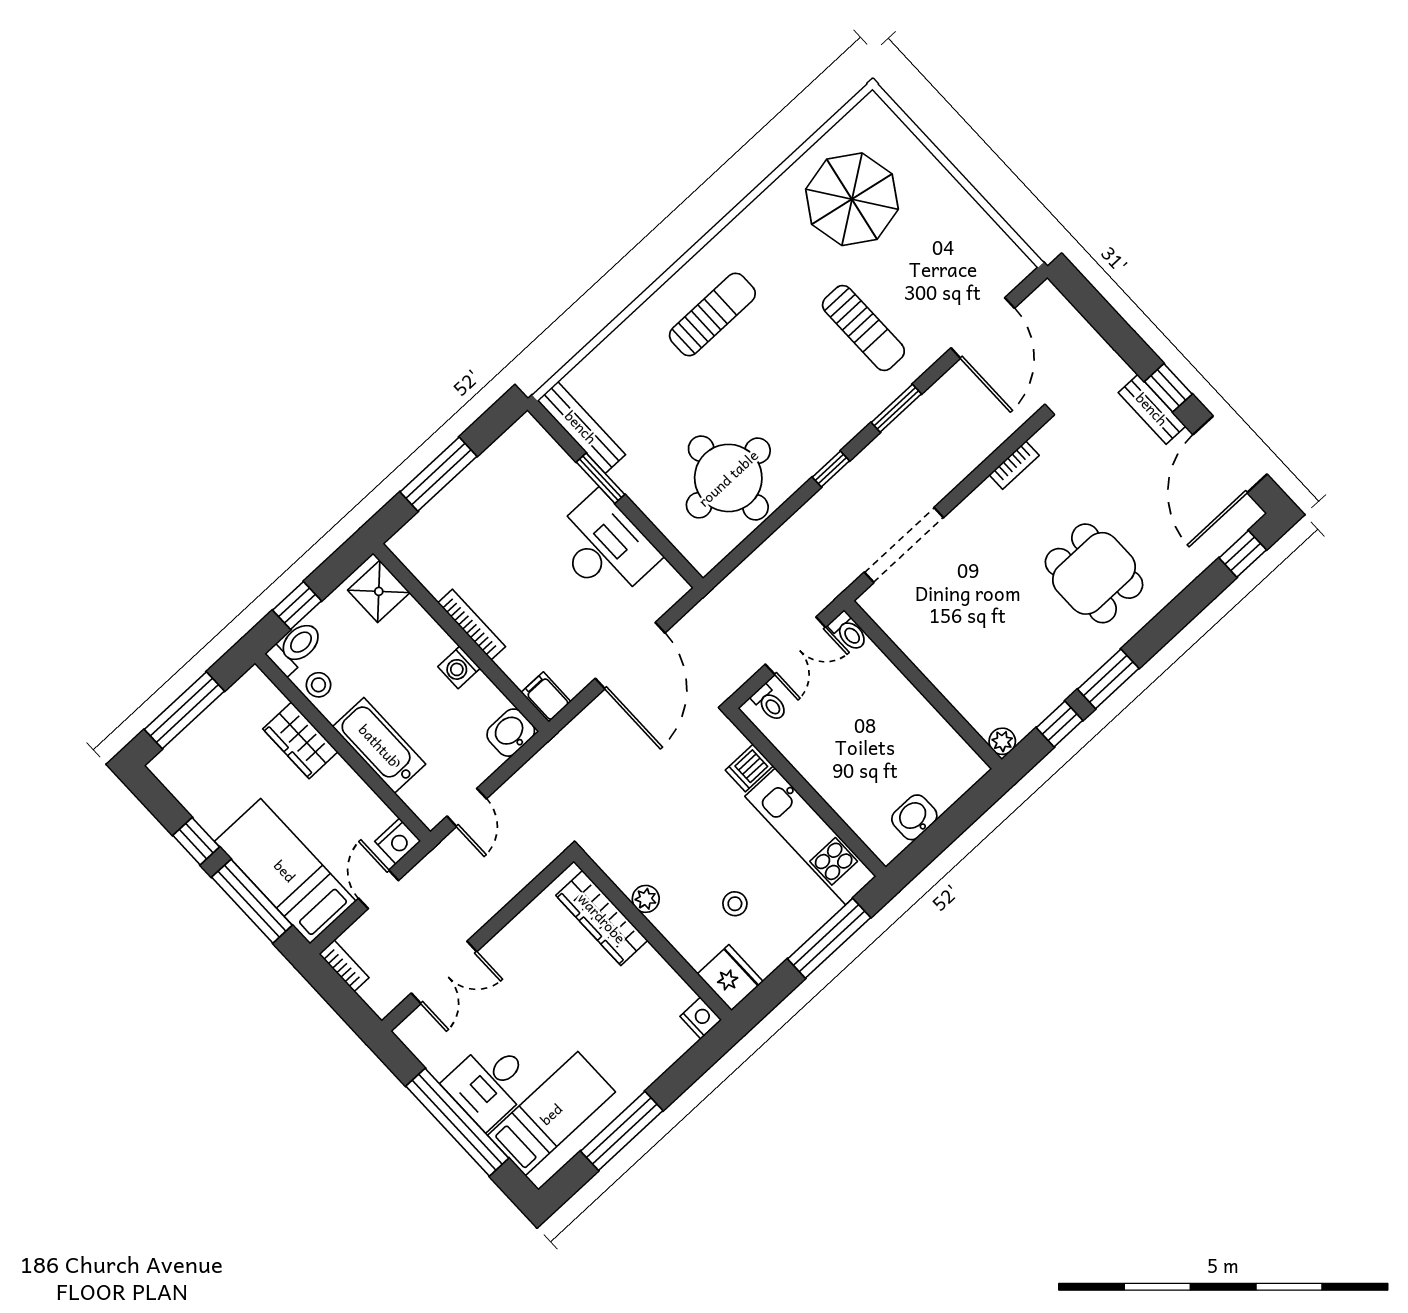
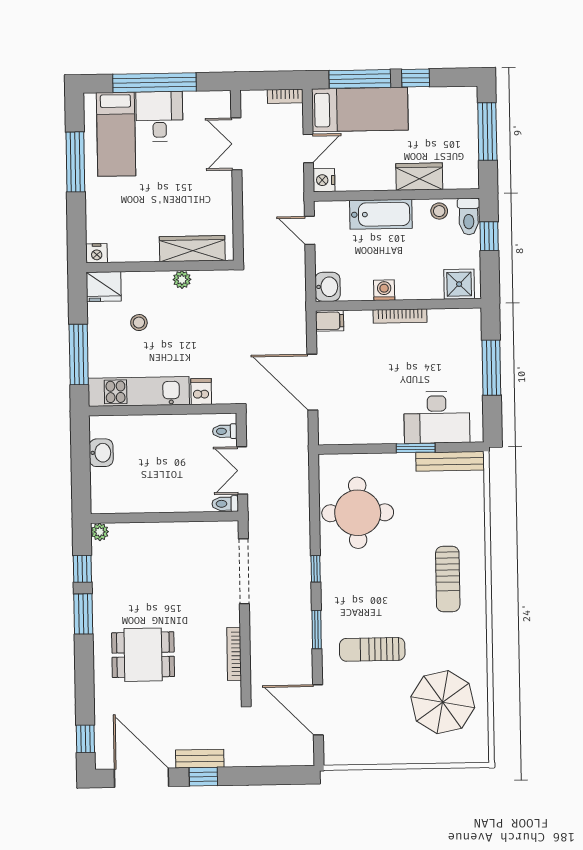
bookcase: (1014, 465) -> (234, 654), width x1.56
desk: (604, 547) -> (437, 417), moved
door: (379, 889) -> (308, 149), hinge flipped

